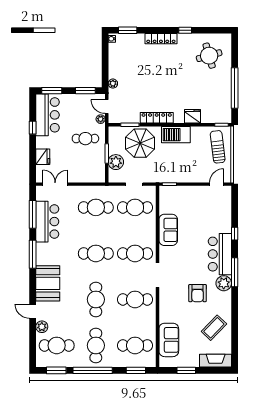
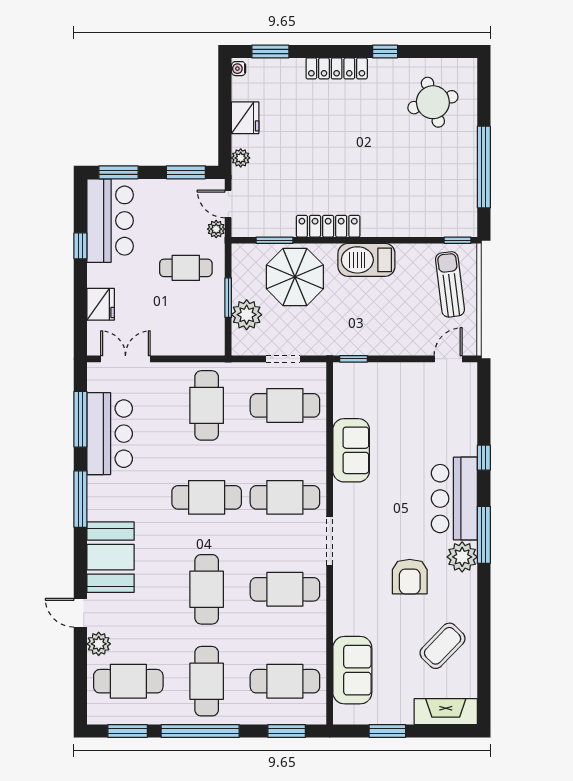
fridge: (192, 116) -> (245, 118), moved, turned 90
cafe table: (96, 207) -> (207, 405), turned 90

